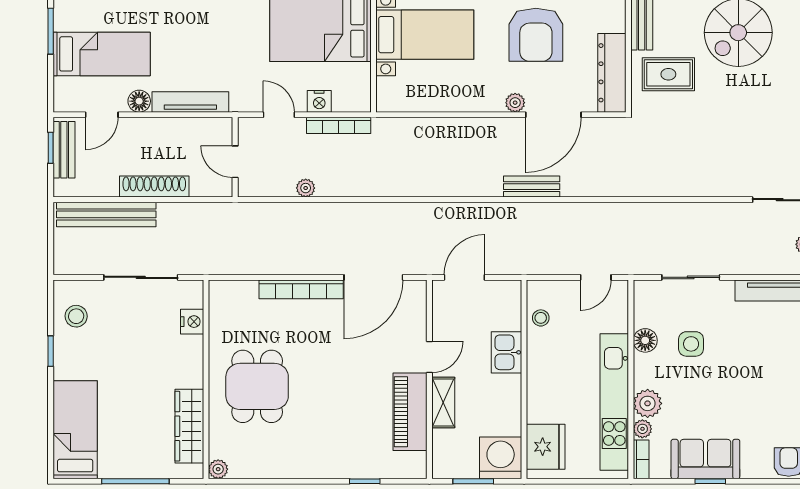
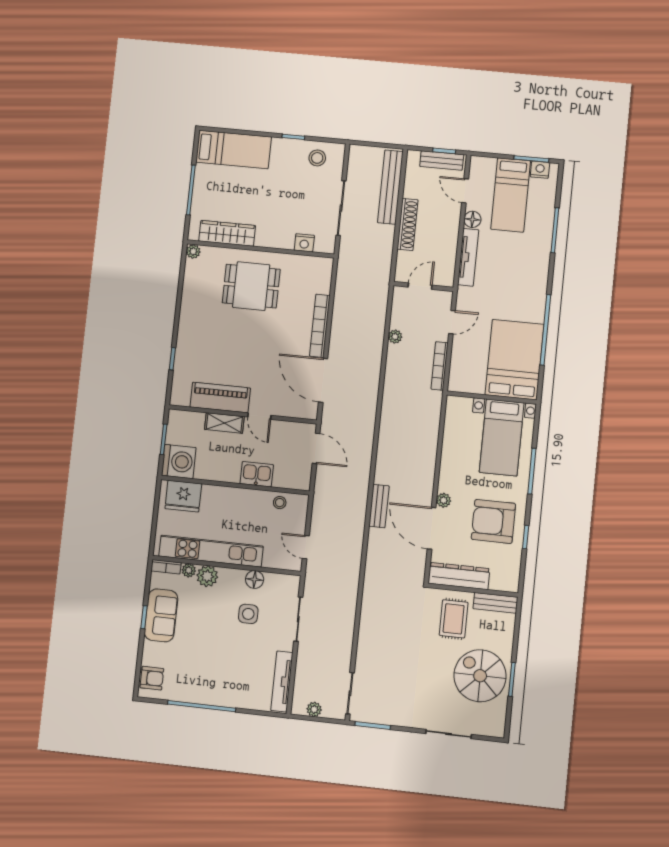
nightstand: (319, 101) -> (540, 170), moved, turned 90

